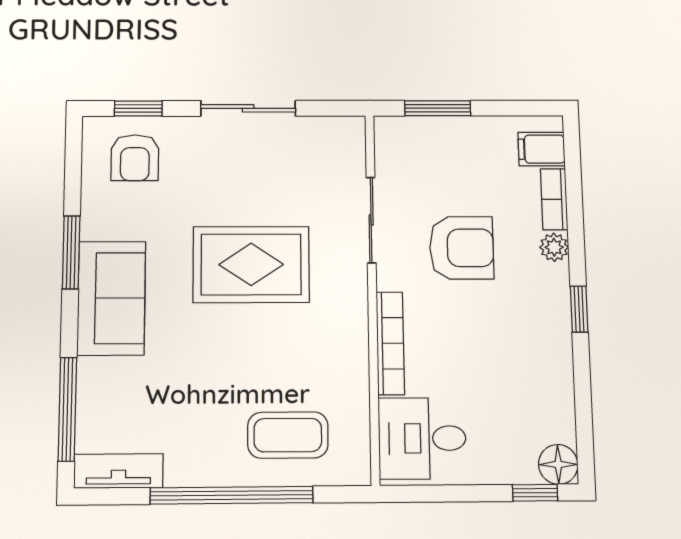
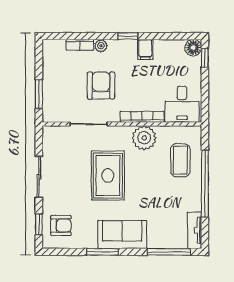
filing cabinet: (541, 149) -> (145, 49), moved
plant: (341, 349) -> (144, 138), added

